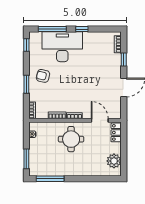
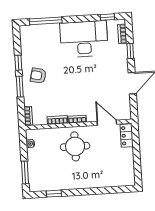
window: (82, 29) -> (107, 17), moved
window: (26, 45) -> (18, 63), moved
desk: (62, 47) -> (84, 39), moved
plant: (114, 161) -> (126, 169), removed
window: (50, 179) -> (54, 194), width x0.46

